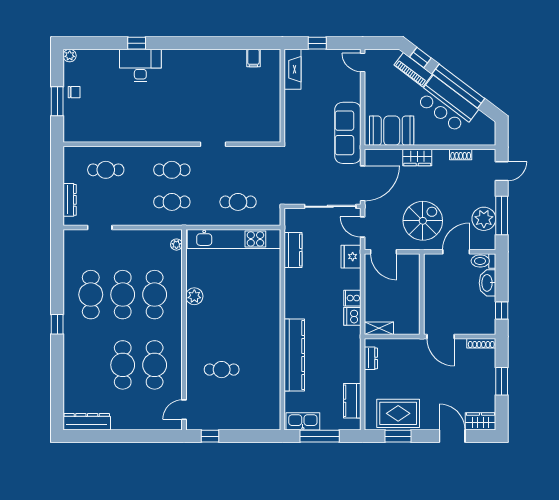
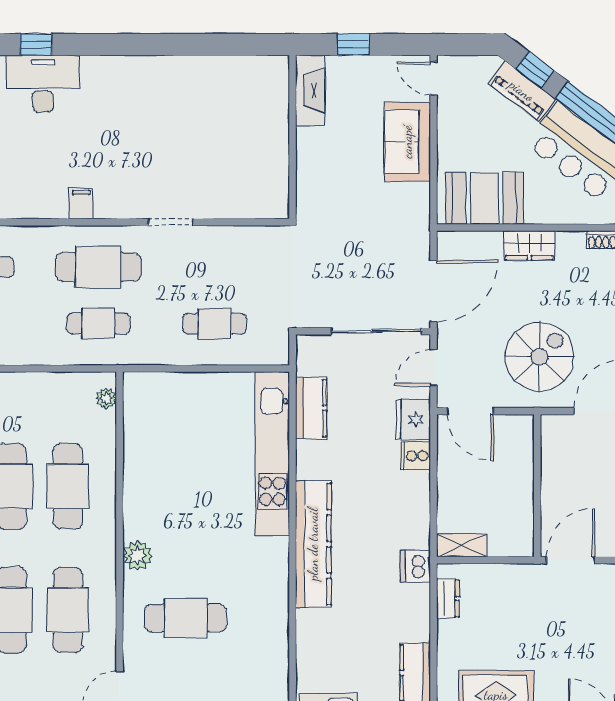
filing cabinet: (253, 58) -> (81, 203), moved, turned 180
sofa: (348, 133) -> (407, 142), moved, width x0.73
cafe table: (172, 170) -> (98, 267), width x1.37, depth x1.35
door: (363, 227) -> (434, 368), hinge flipped
kitchen unit: (234, 239) -> (272, 454), moved, turned 90
plant: (194, 296) -> (138, 556), moved
cooker: (352, 298) -> (415, 456), moved
dishwasher: (352, 316) -> (415, 566), moved
door: (441, 337) -> (570, 560), swing flipped
kitchen counter: (294, 355) -> (313, 544), moved
cafe table: (222, 370) -> (186, 618), width x1.37, depth x1.35

